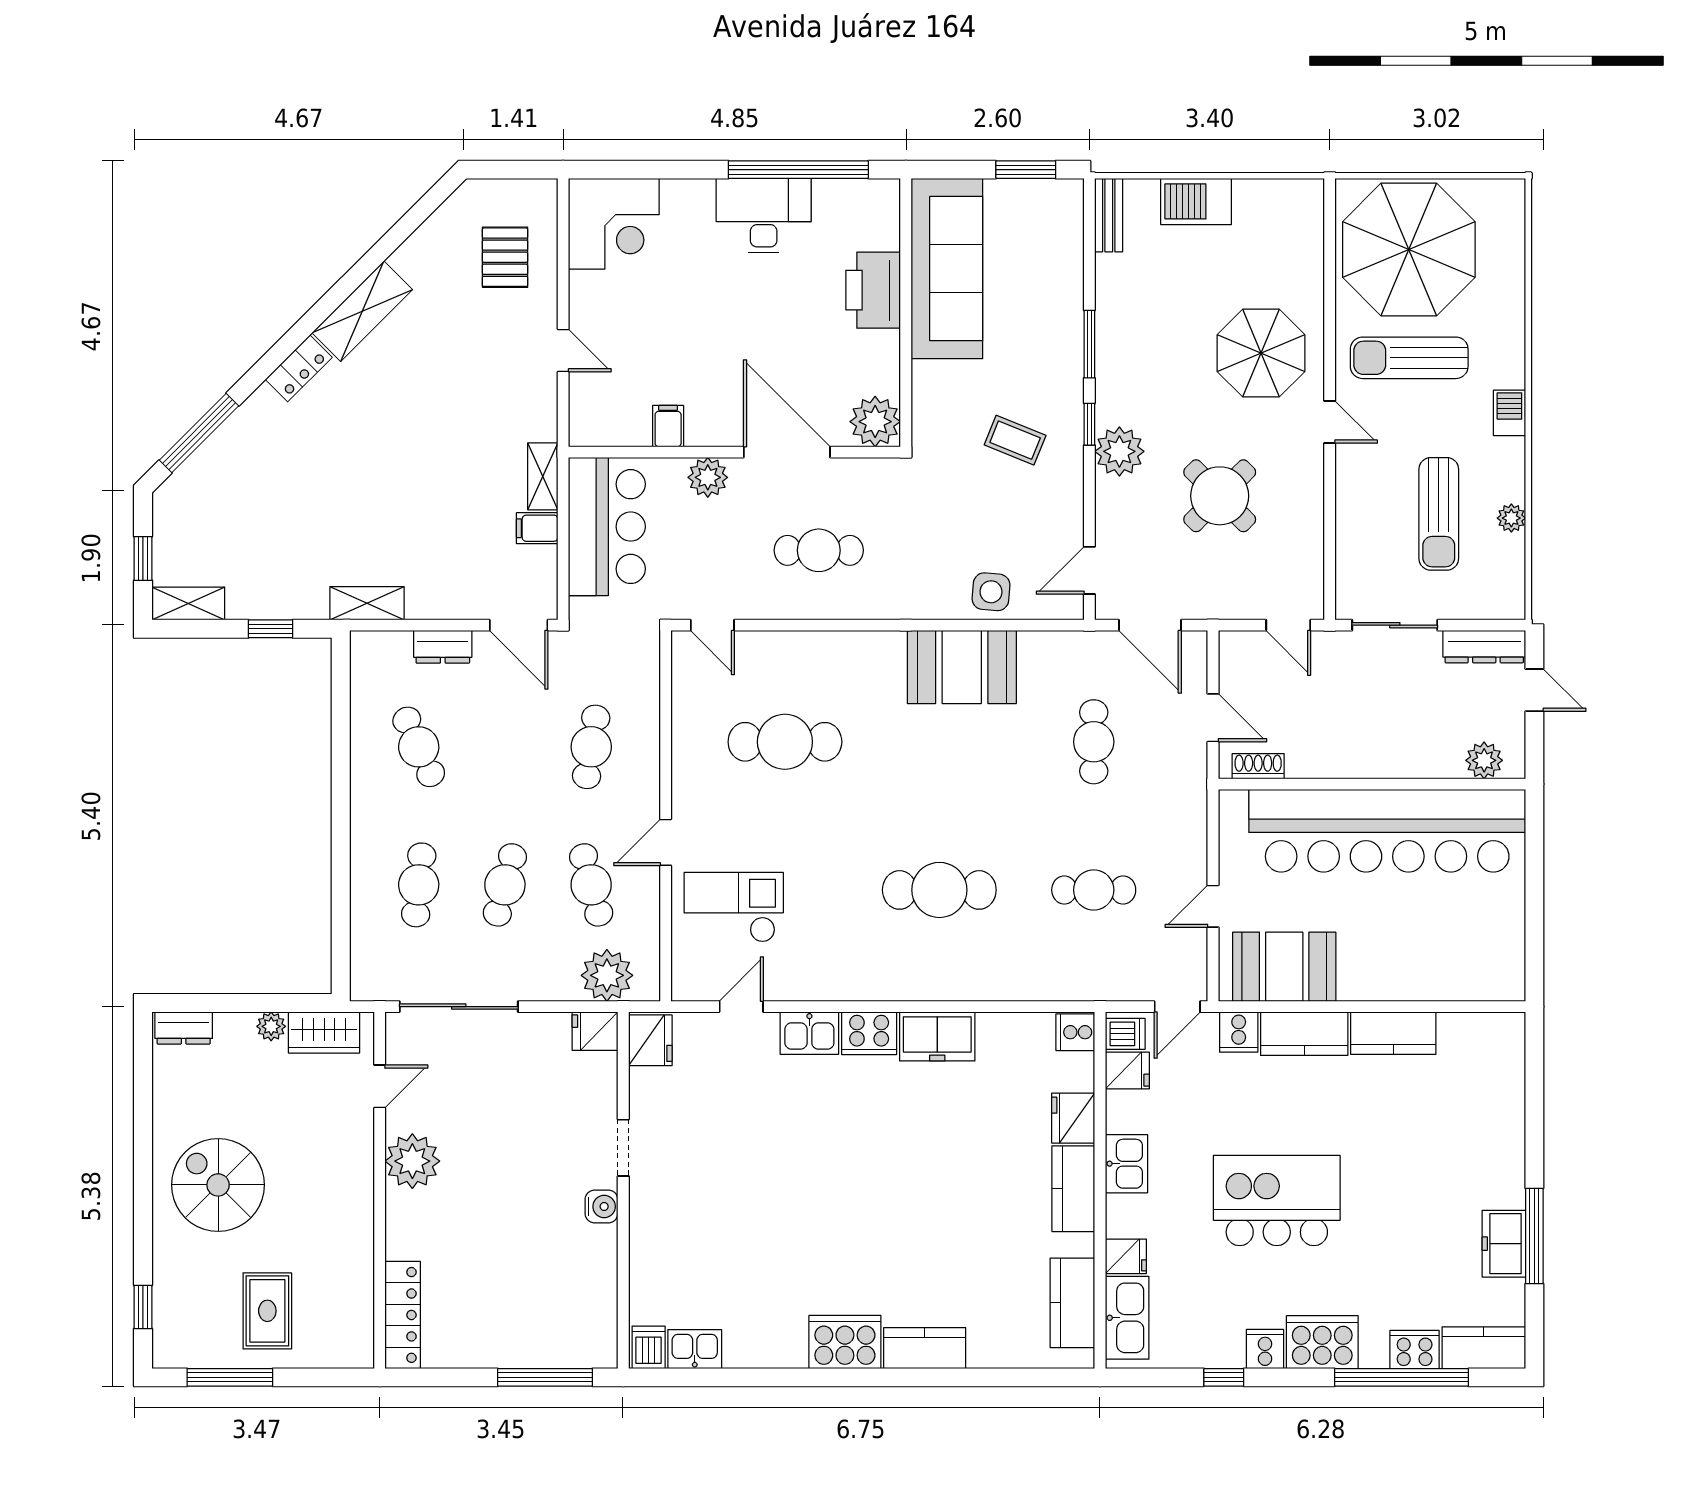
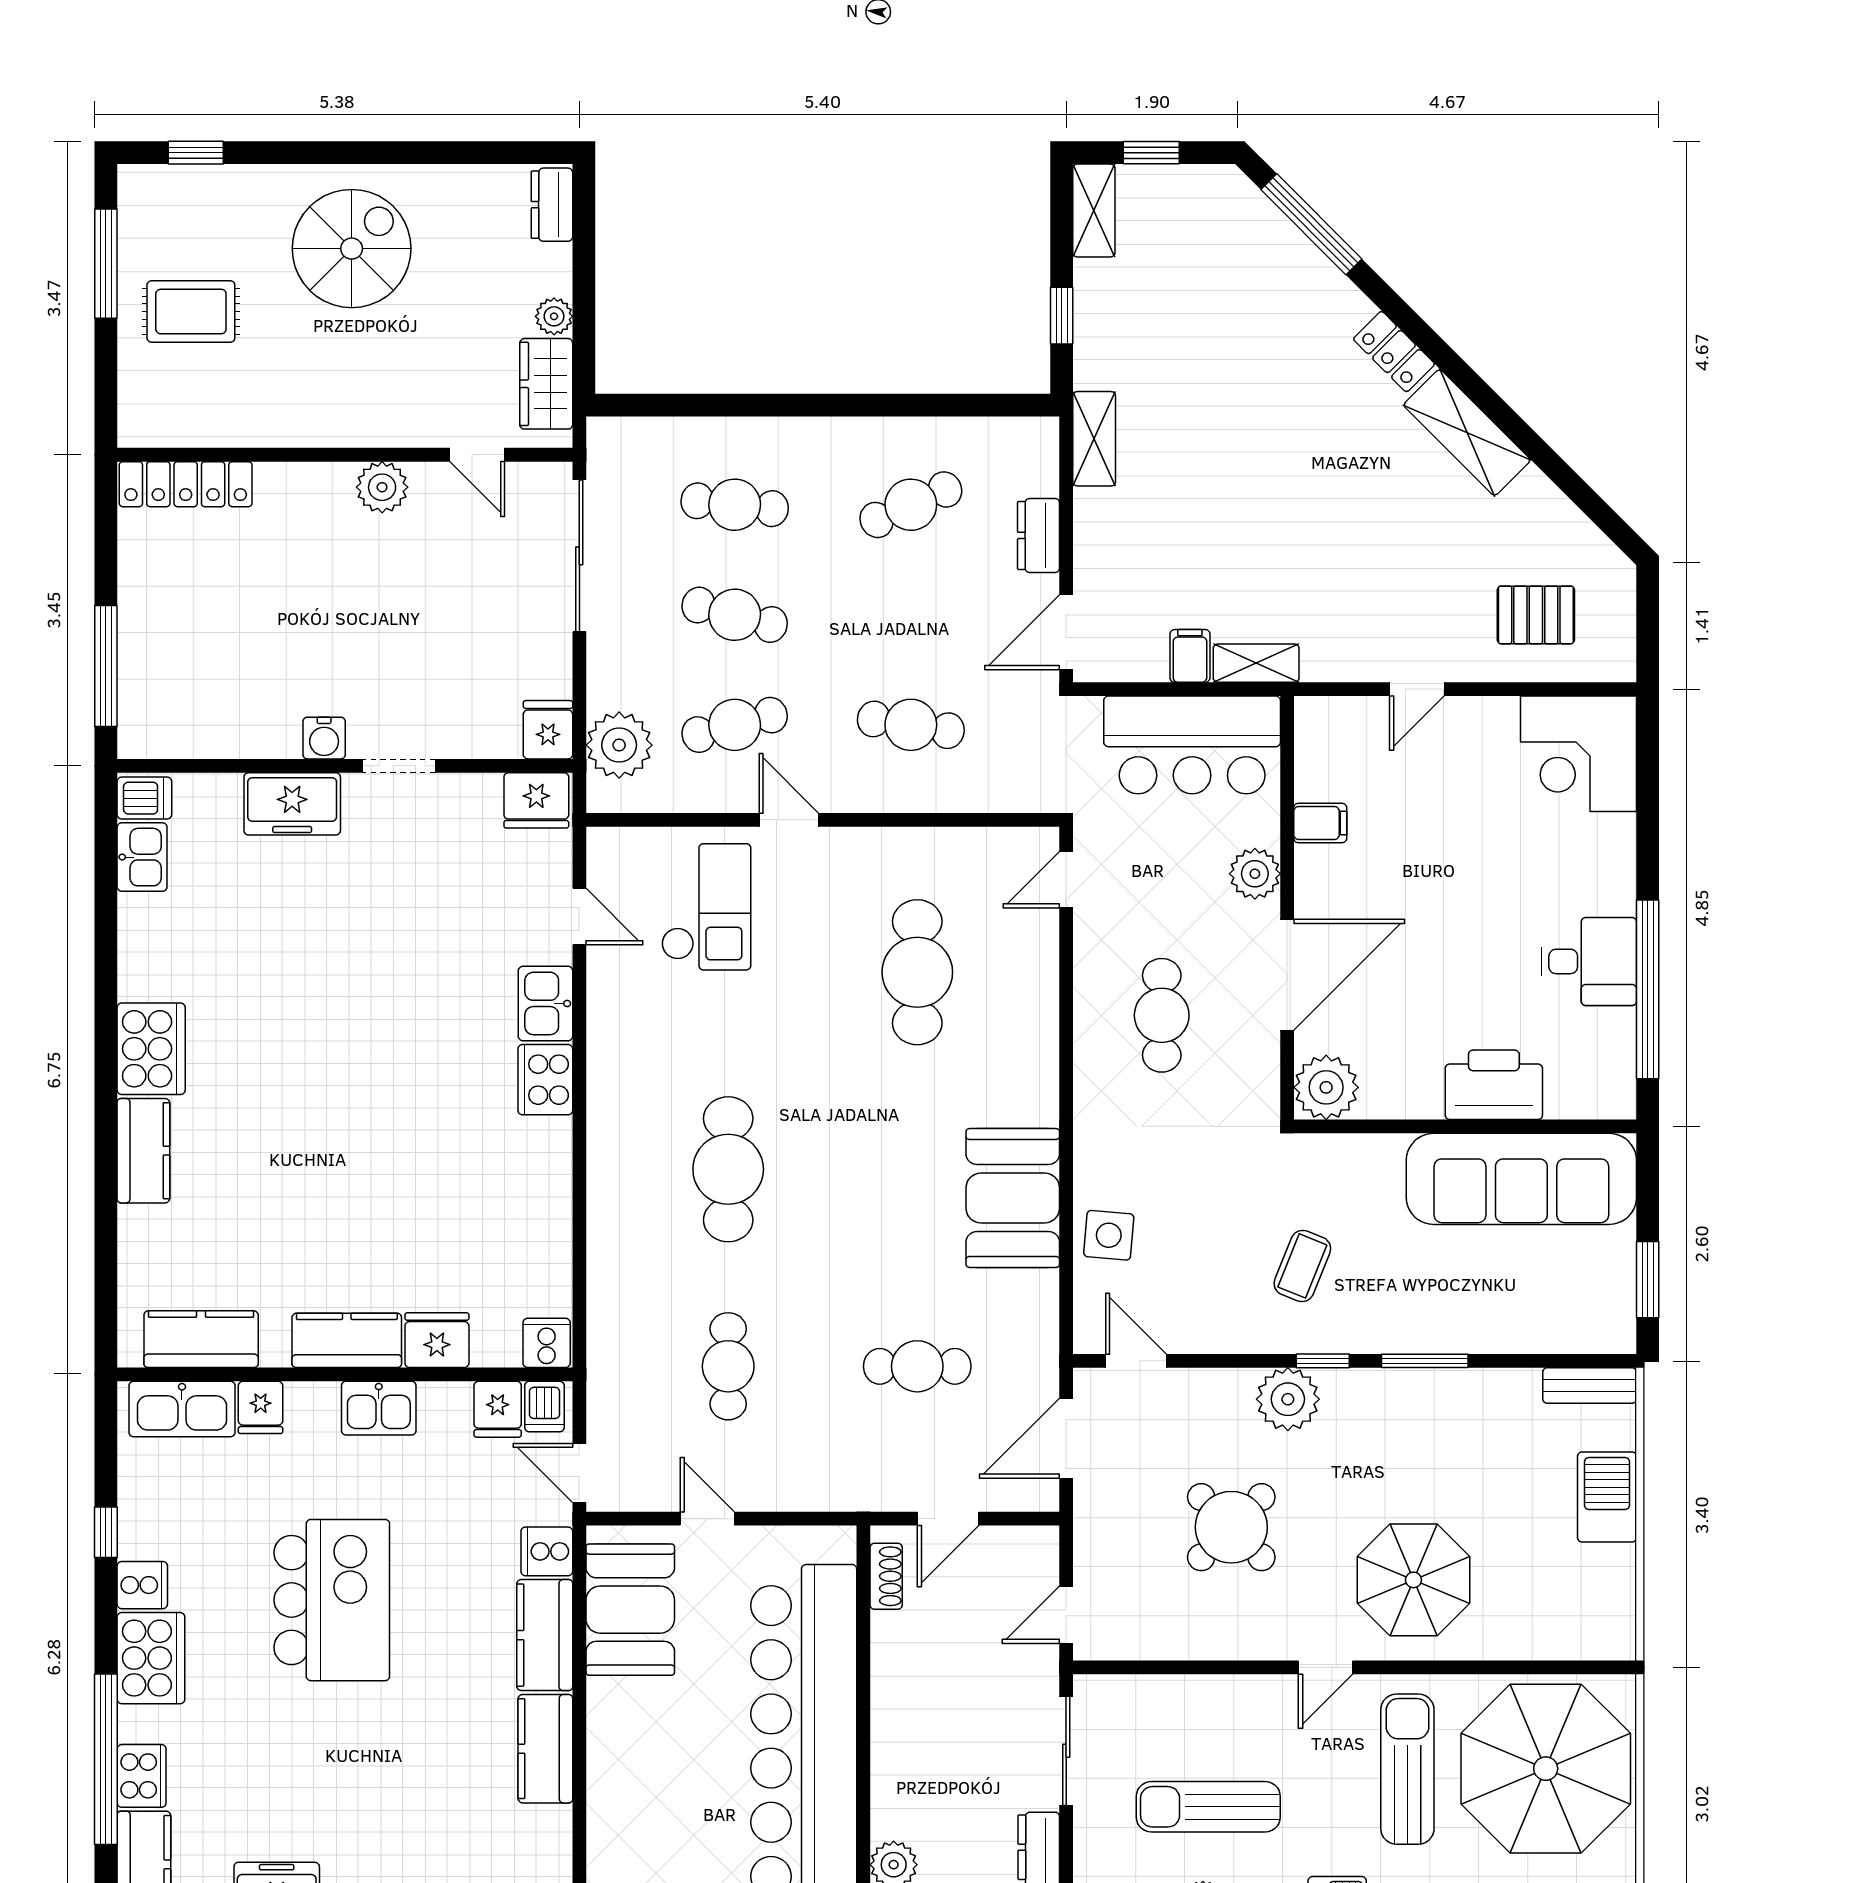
desk: (764, 216) -> (1589, 961), width x0.73
freezer: (937, 1036) -> (292, 804), moved, turned -90
plant: (412, 1161) -> (382, 487), width x0.73, depth x0.73

